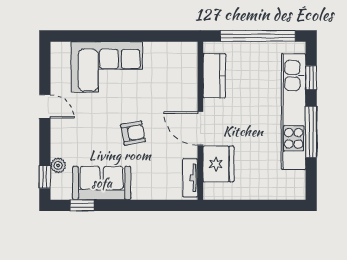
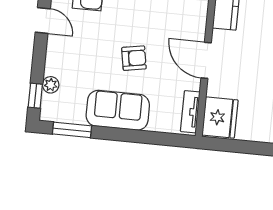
fridge: (218, 164) -> (220, 117), moved
sofa: (102, 183) -> (118, 110), moved
window: (82, 205) -> (72, 130), width x1.50

